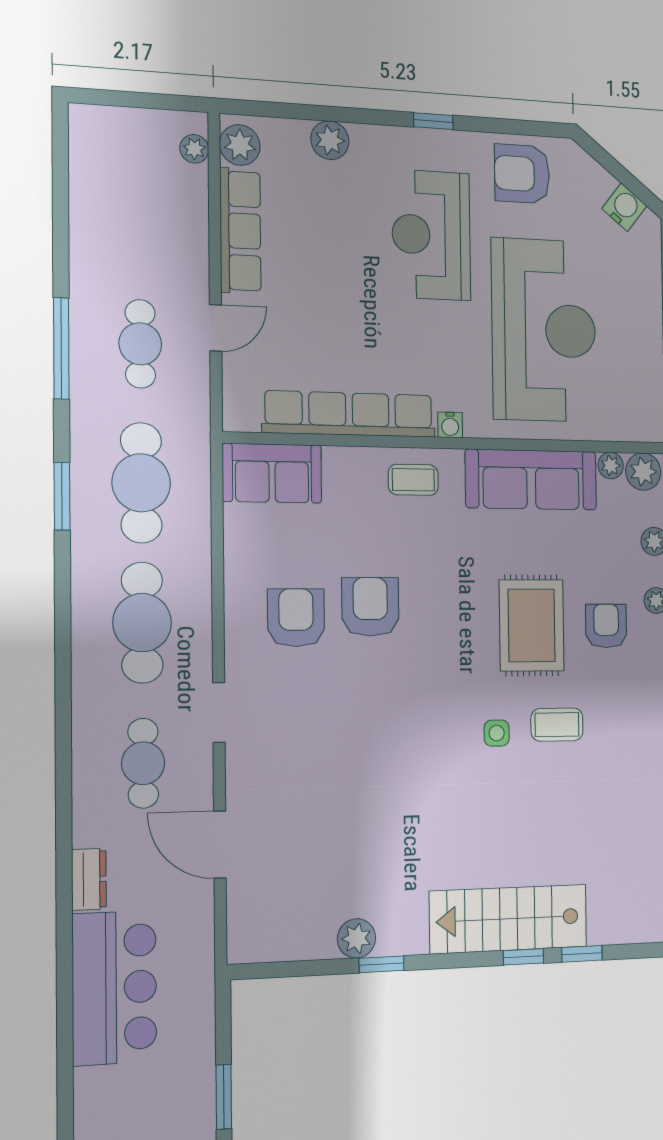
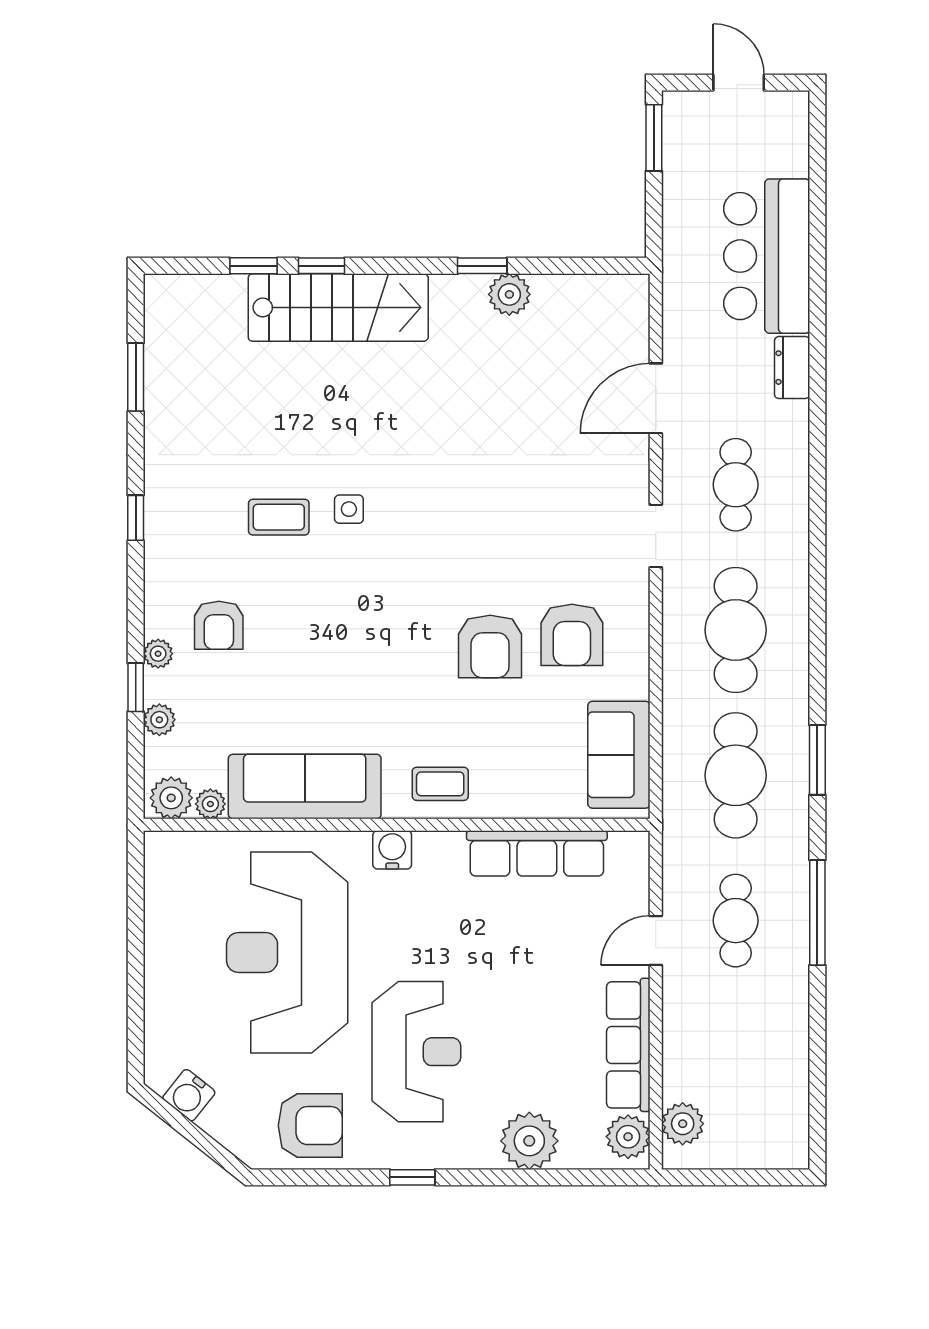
plant: (330, 140) -> (529, 1141), width x1.36, depth x1.36
plant: (194, 149) -> (683, 1124), width x1.38, depth x1.38
row of seats: (349, 414) -> (537, 853), width x0.73
water cooler: (450, 425) -> (392, 850), width x1.38, depth x1.38
sofa: (272, 473) -> (619, 755), moved, turned -90
rug: (532, 625) -> (307, 626), removed
door: (220, 845) -> (656, 398), swing flipped

